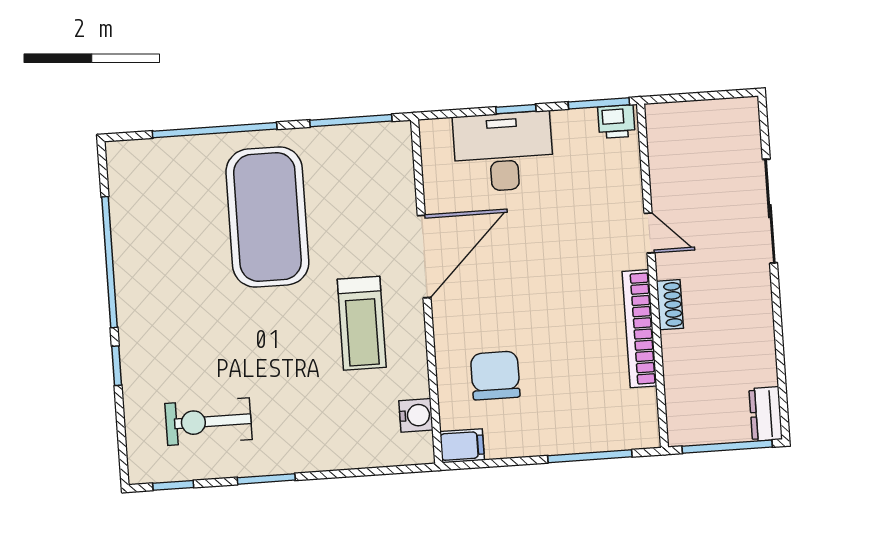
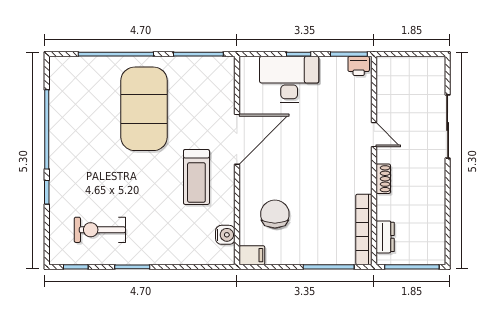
bookcase: (639, 329) -> (364, 229), moved
dresser: (766, 414) -> (385, 237), moved, turned 180

